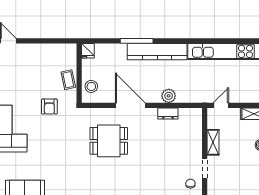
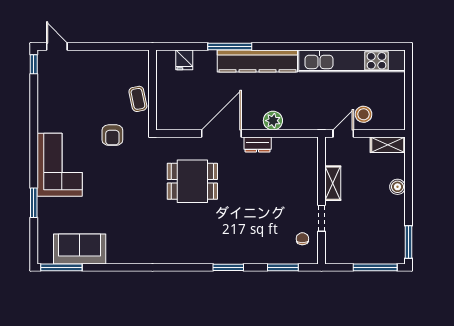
fridge: (88, 51) -> (184, 60), moved
stool: (91, 86) -> (363, 114), moved
door: (130, 105) -> (221, 134), hinge flipped
dresser: (168, 114) -> (258, 144), moved

